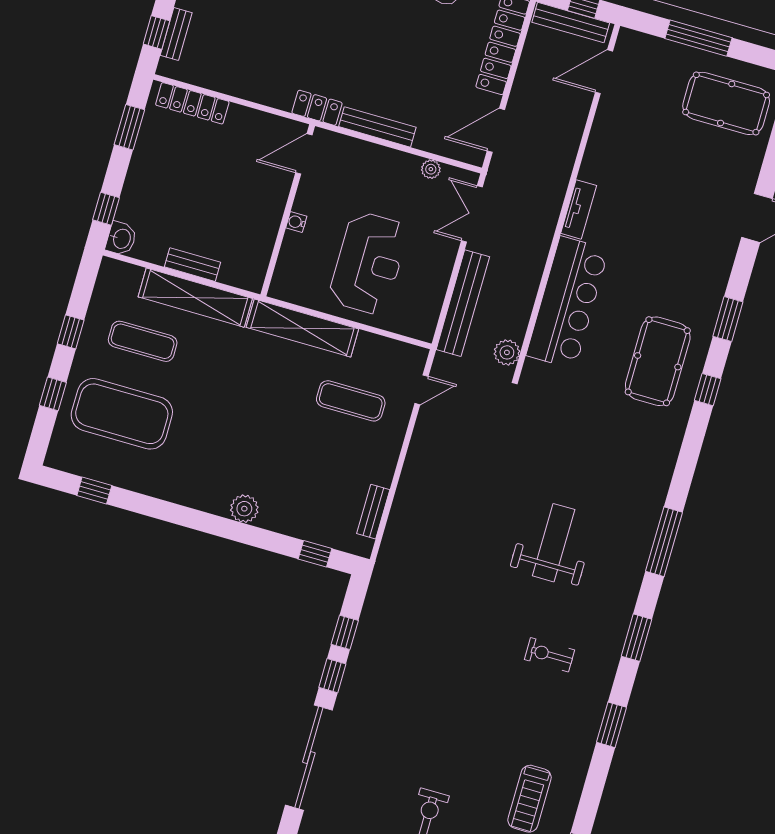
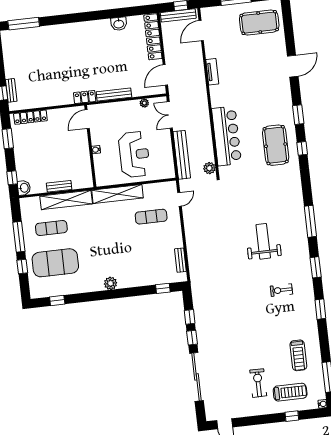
tv unit: (579, 209) -> (212, 72), moved
window: (71, 332) -> (19, 237), width x2.17
plant: (244, 509) -> (110, 283), moved

